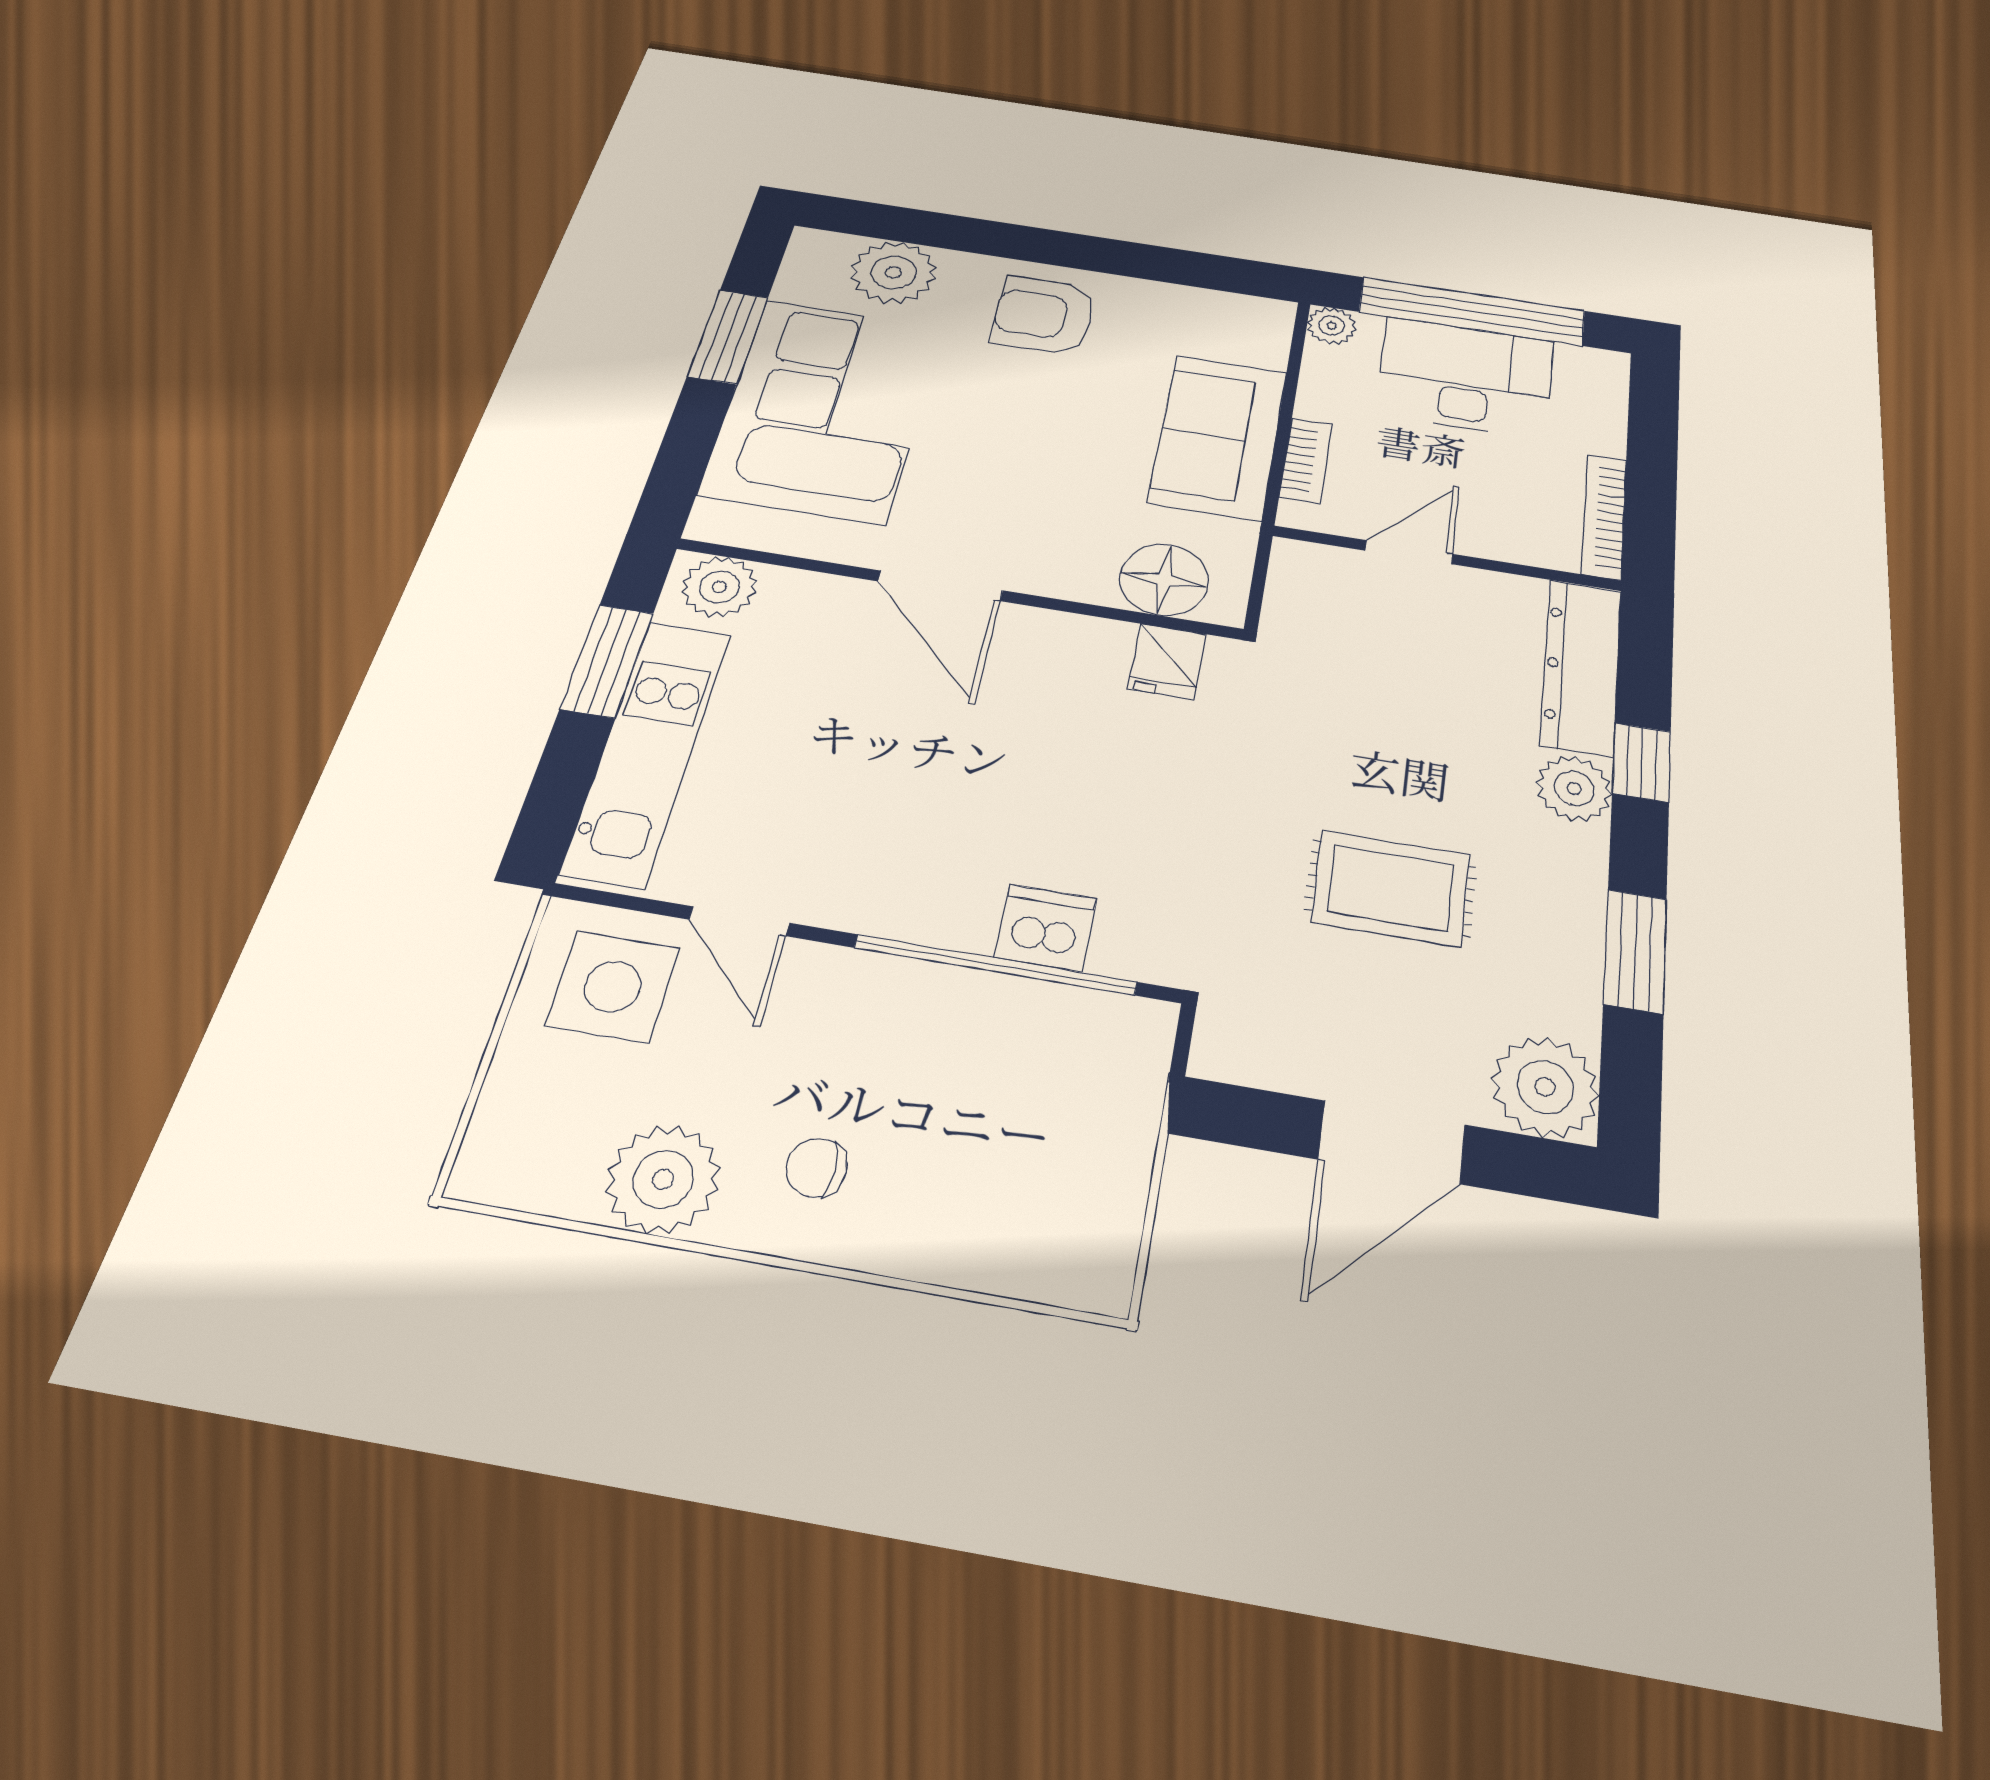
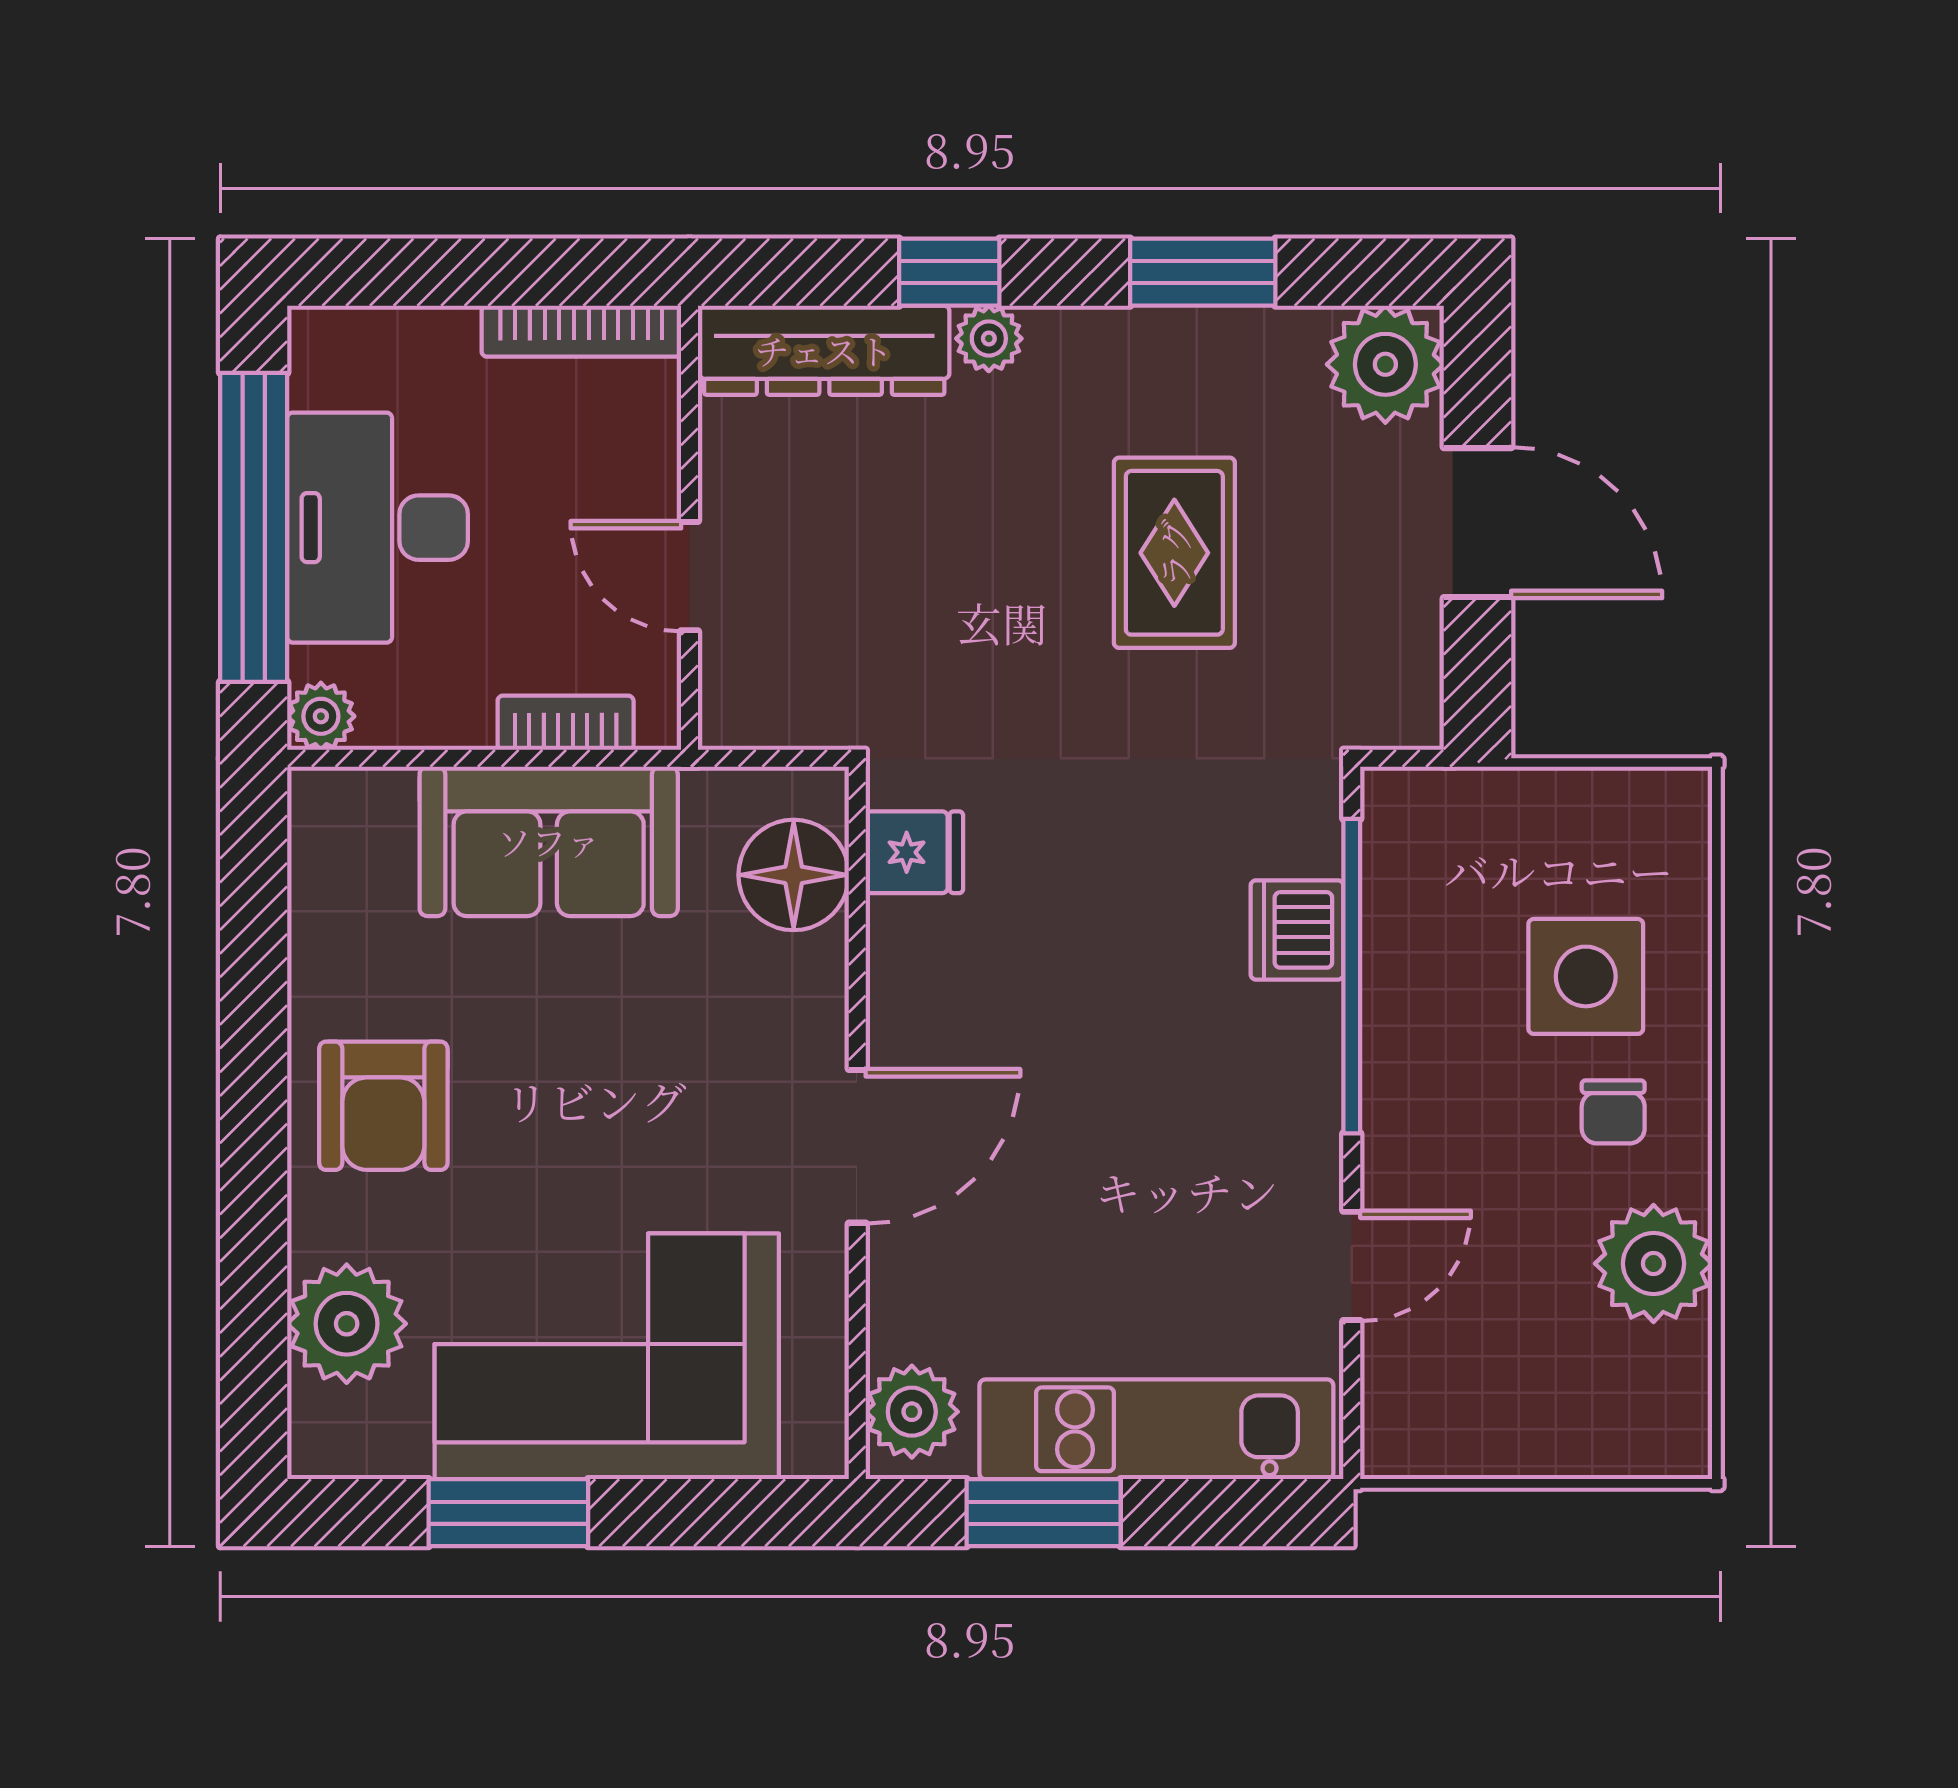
plant: (1574, 788) -> (989, 338), width x0.73, depth x0.73
side table: (613, 987) -> (1586, 976), moved

